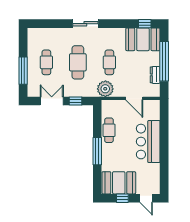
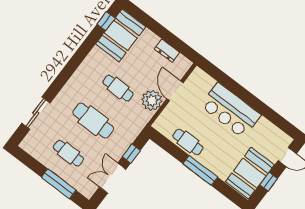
sliding door: (85, 24) -> (36, 113), moved
window: (164, 61) -> (160, 31), removed
plant: (105, 89) -> (152, 100), moved
door: (134, 98) -> (175, 91), swing flipped

